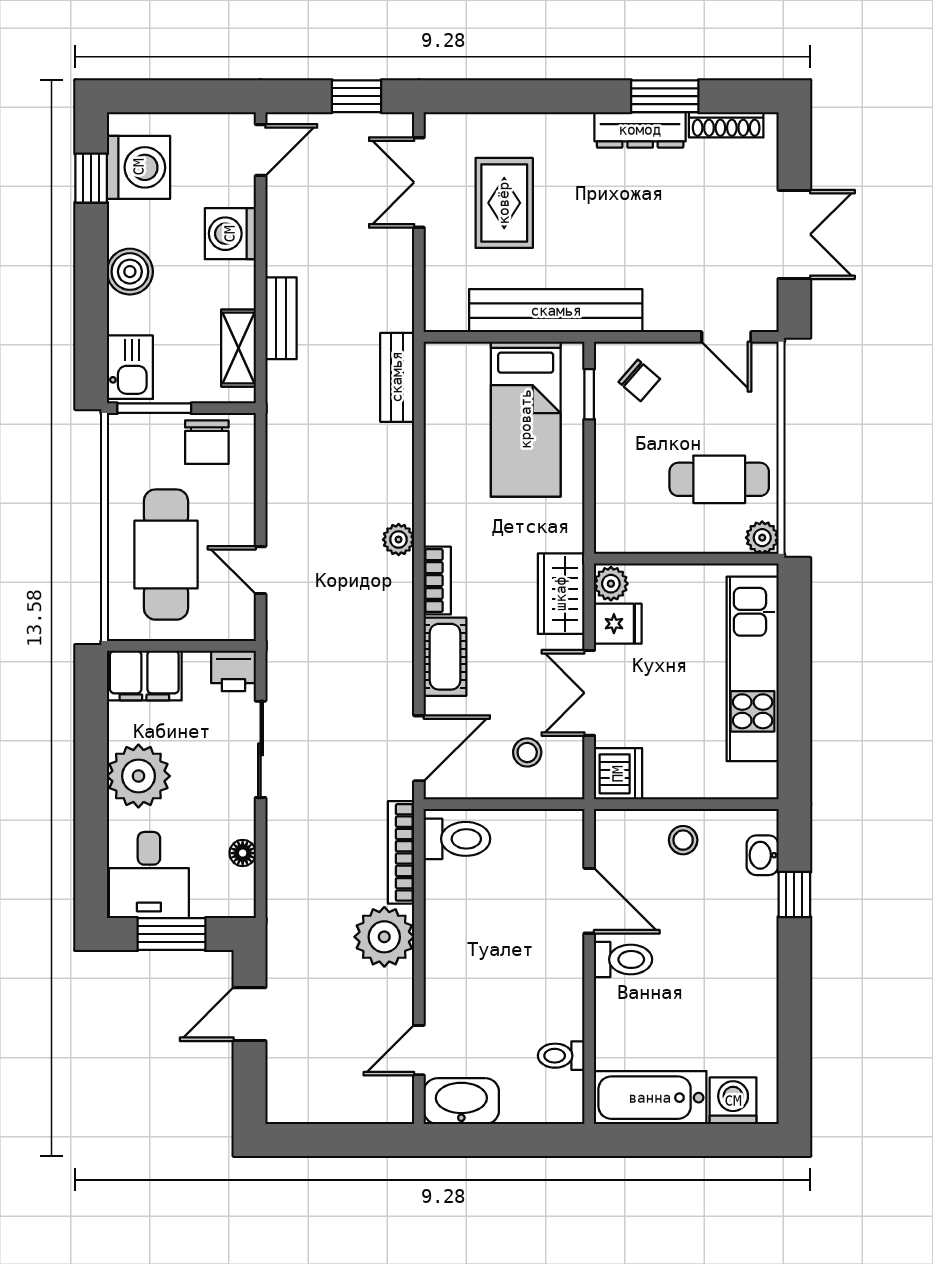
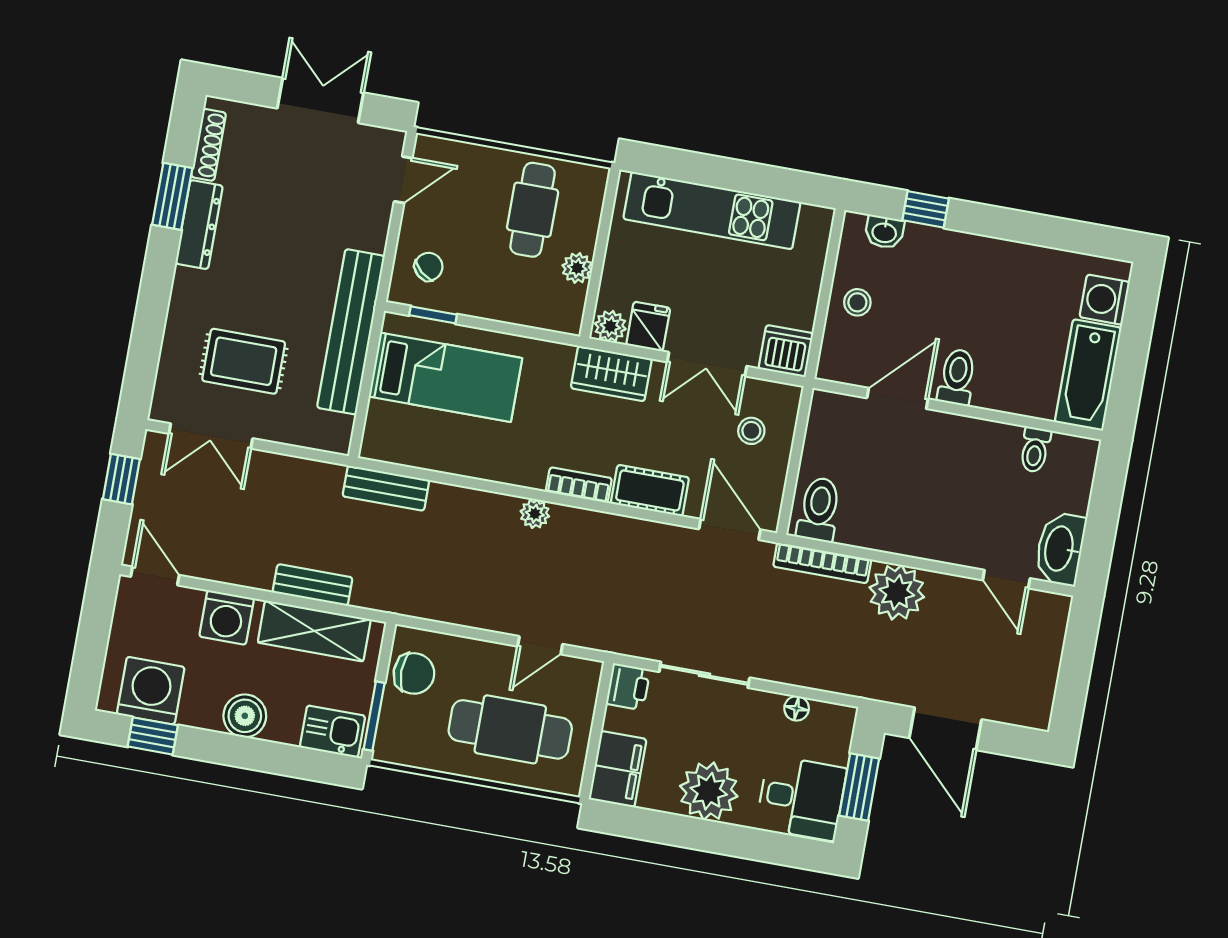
shelving: (239, 348) -> (314, 631), width x1.50, depth x1.33
plant: (762, 538) -> (577, 268), moved
door: (249, 1014) -> (945, 729), width x1.38

